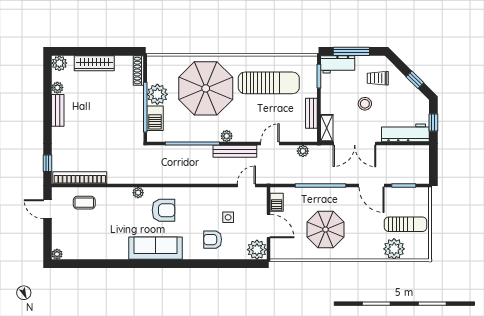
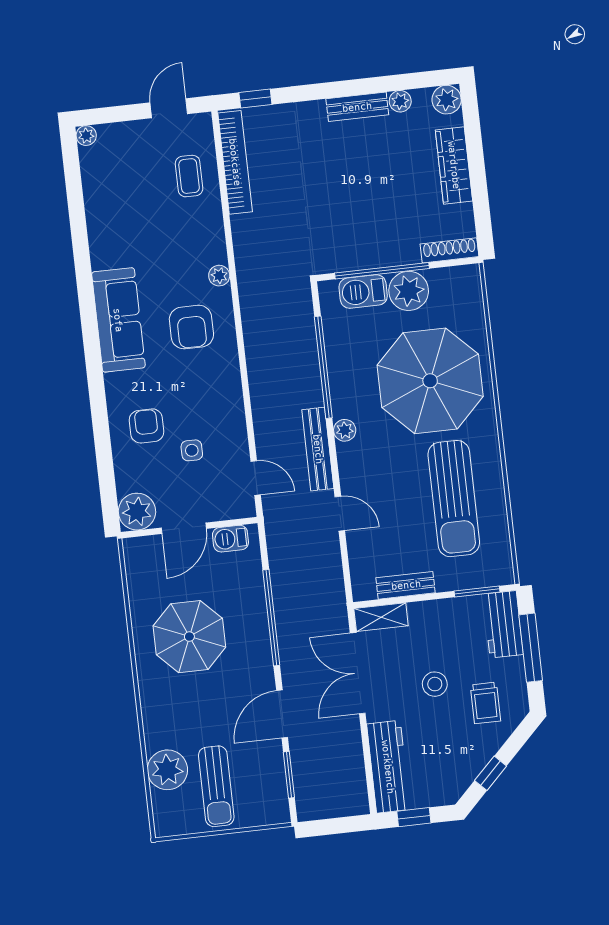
trolley: (378, 78) -> (485, 703), turned 180
plant: (303, 151) -> (332, 577), removed

